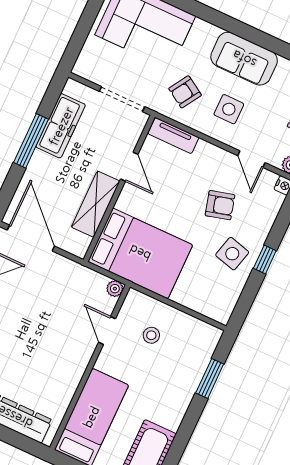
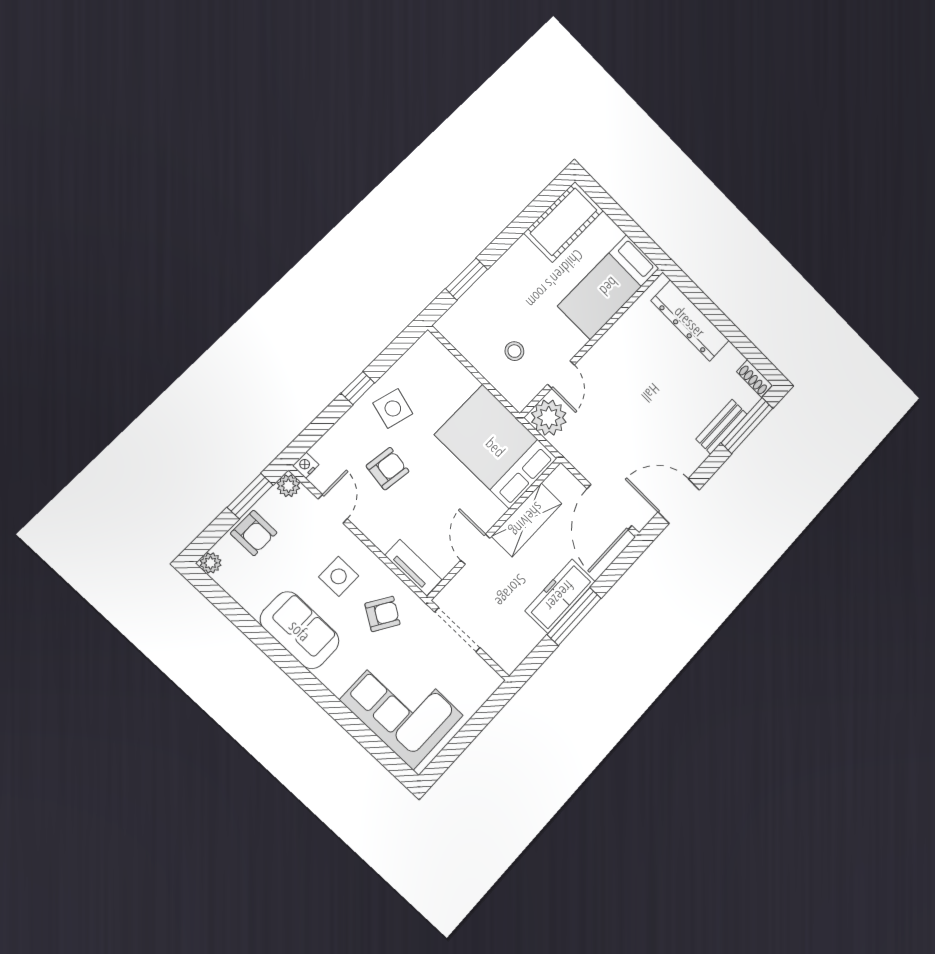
freezer: (61, 126) -> (560, 596), moved
armchair: (220, 205) -> (388, 469), turned 113
plant: (115, 289) -> (549, 418), width x1.87, depth x1.87

